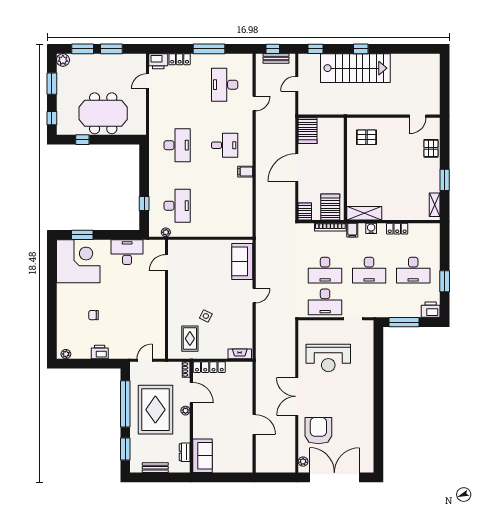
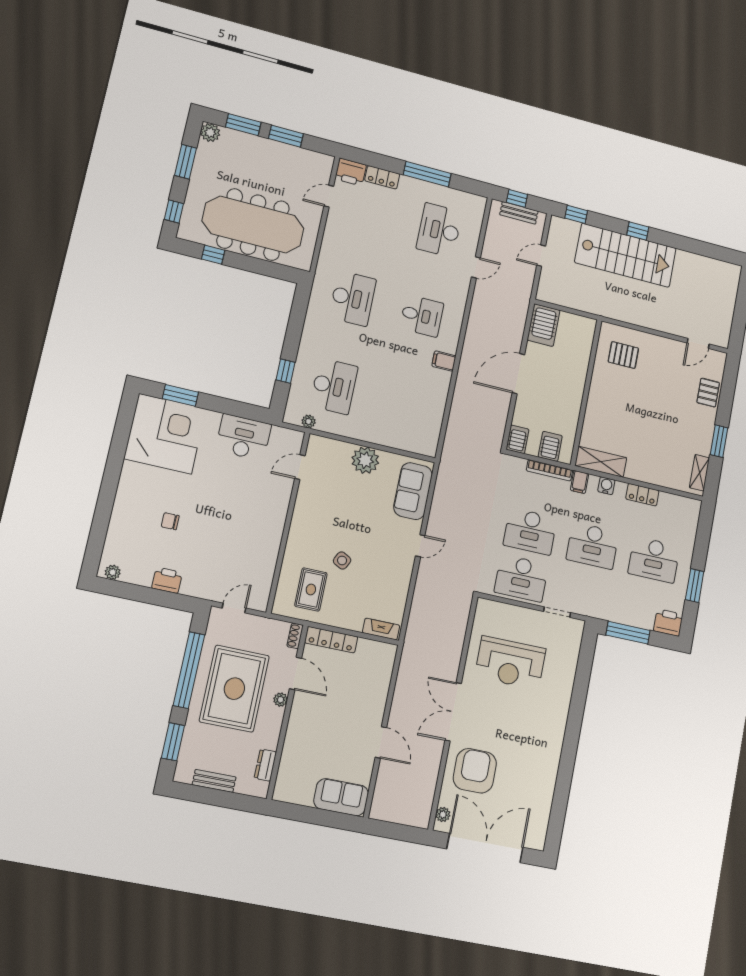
meeting table: (103, 113) -> (253, 225), width x1.36
server rack: (330, 207) -> (550, 446), width x0.73, depth x0.70
plant: (207, 249) -> (365, 460), added
sofa: (202, 456) -> (341, 797), moved, turned -90

